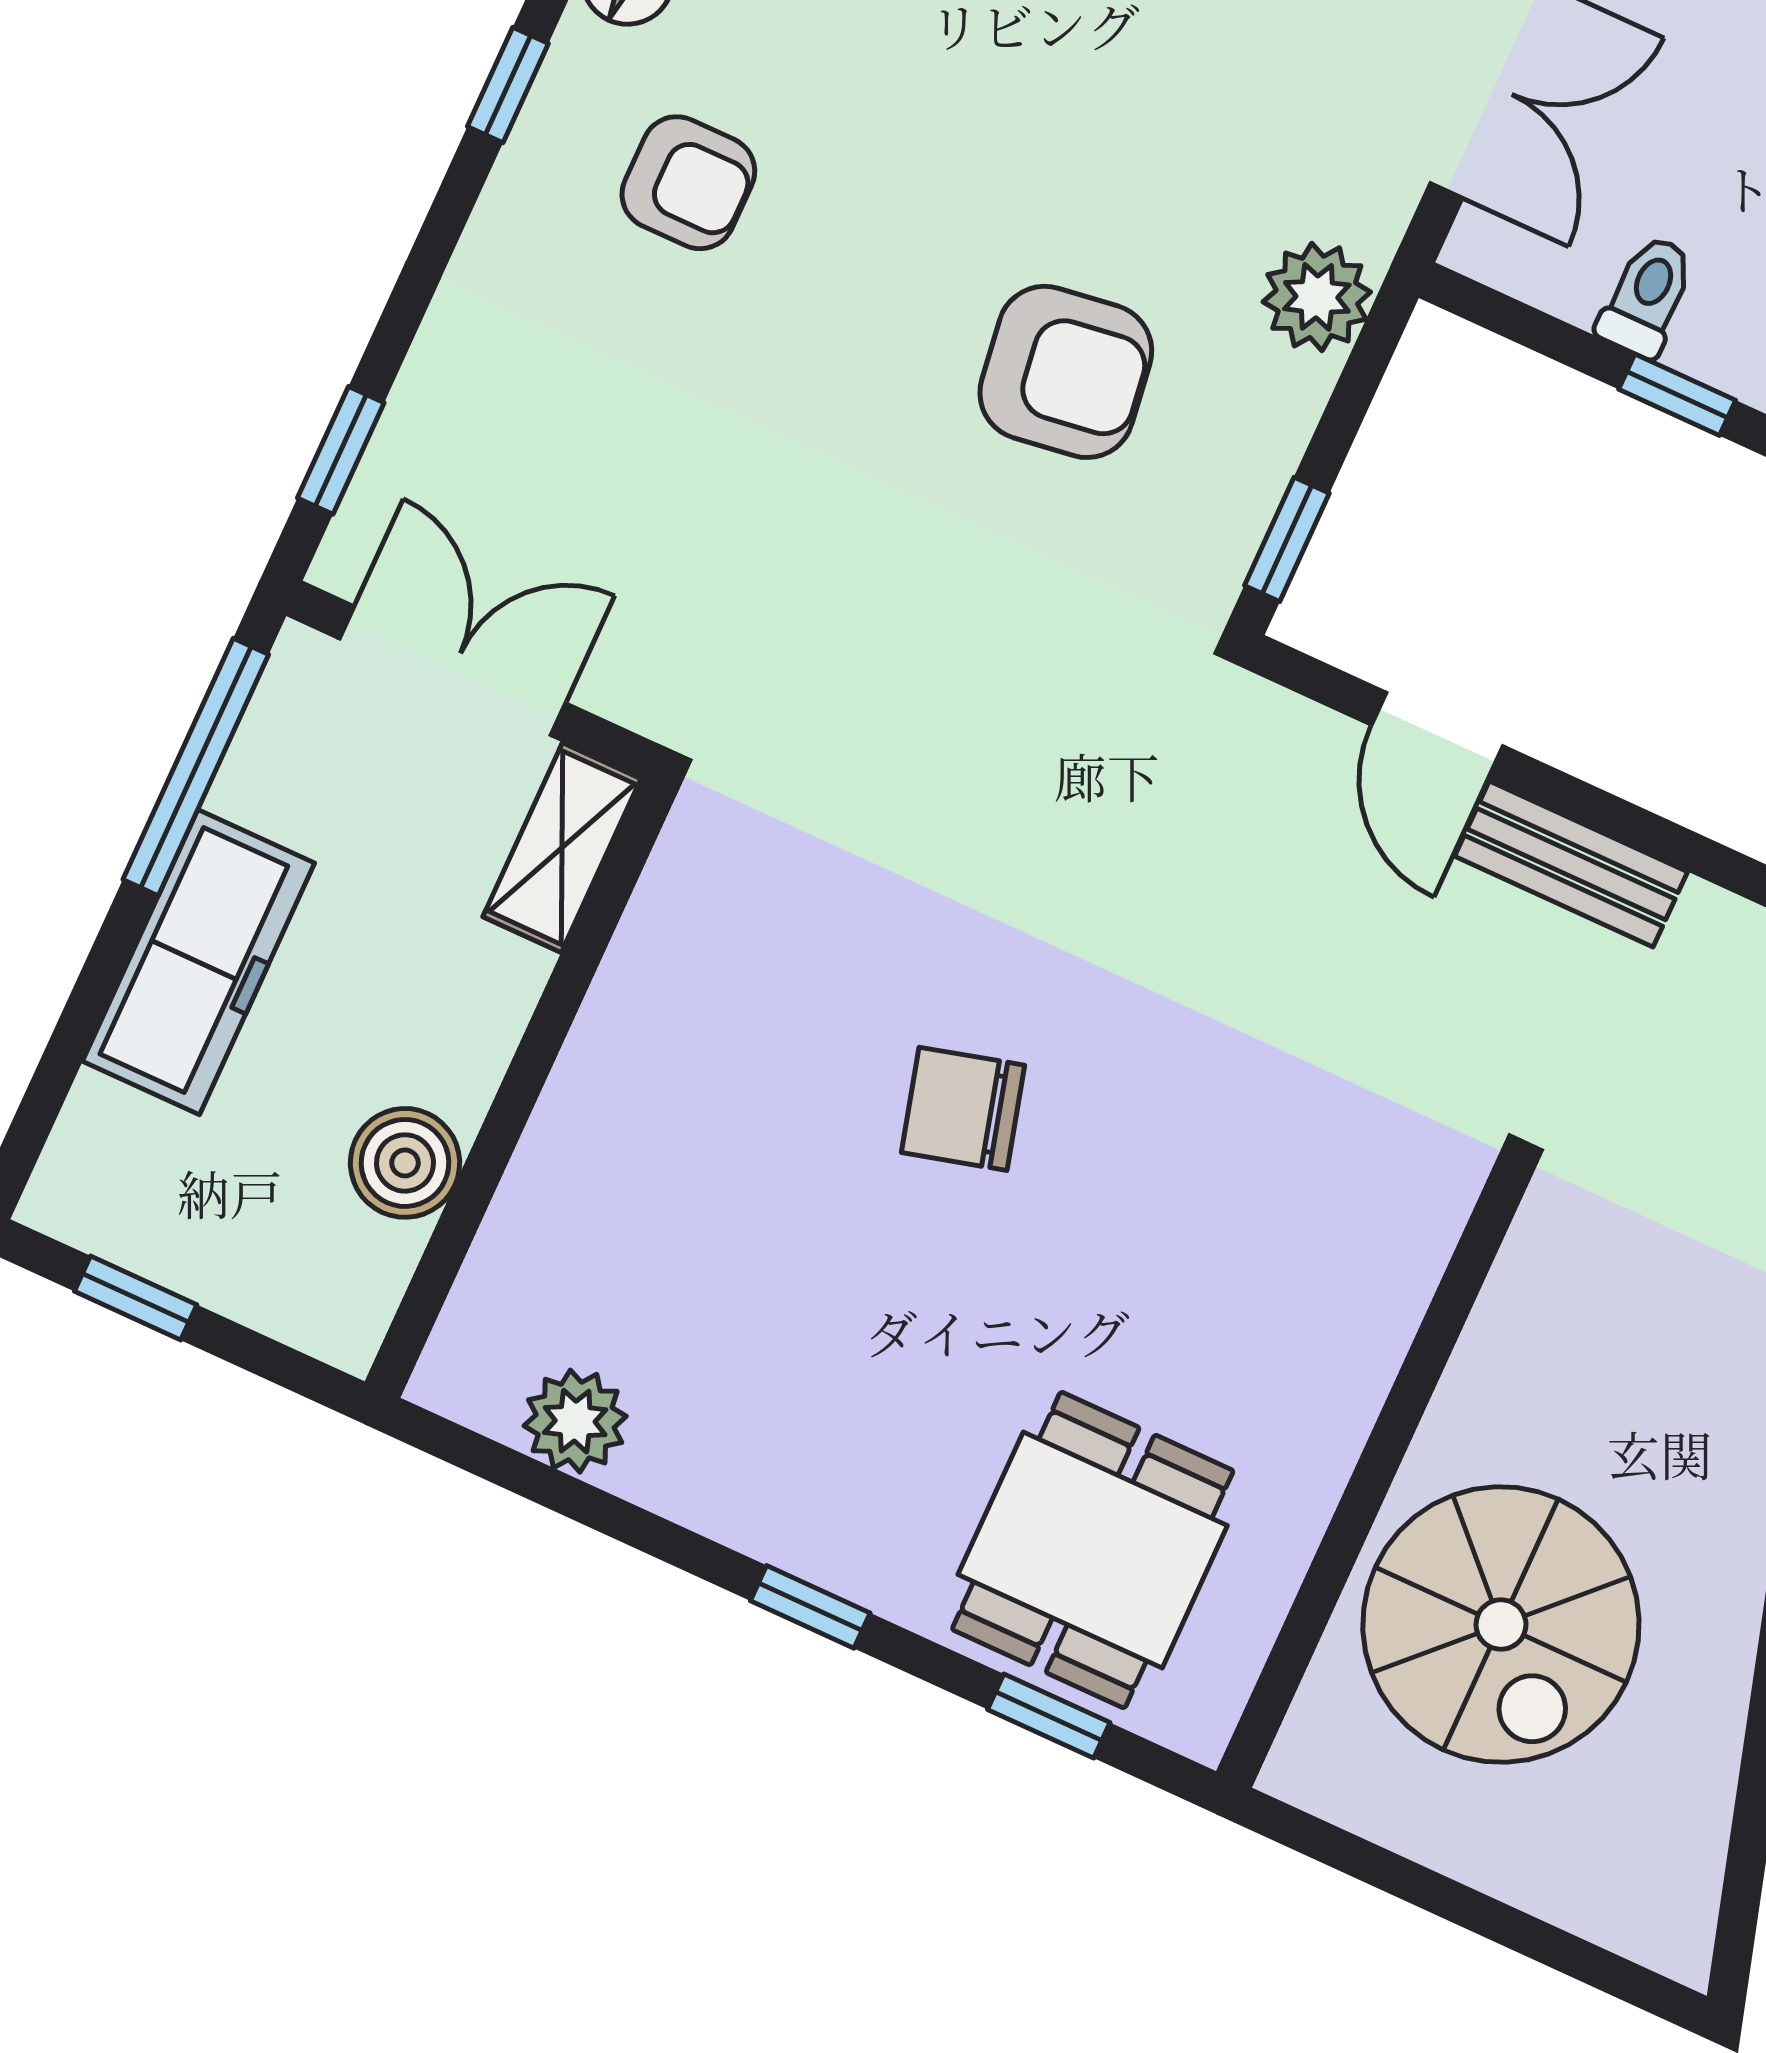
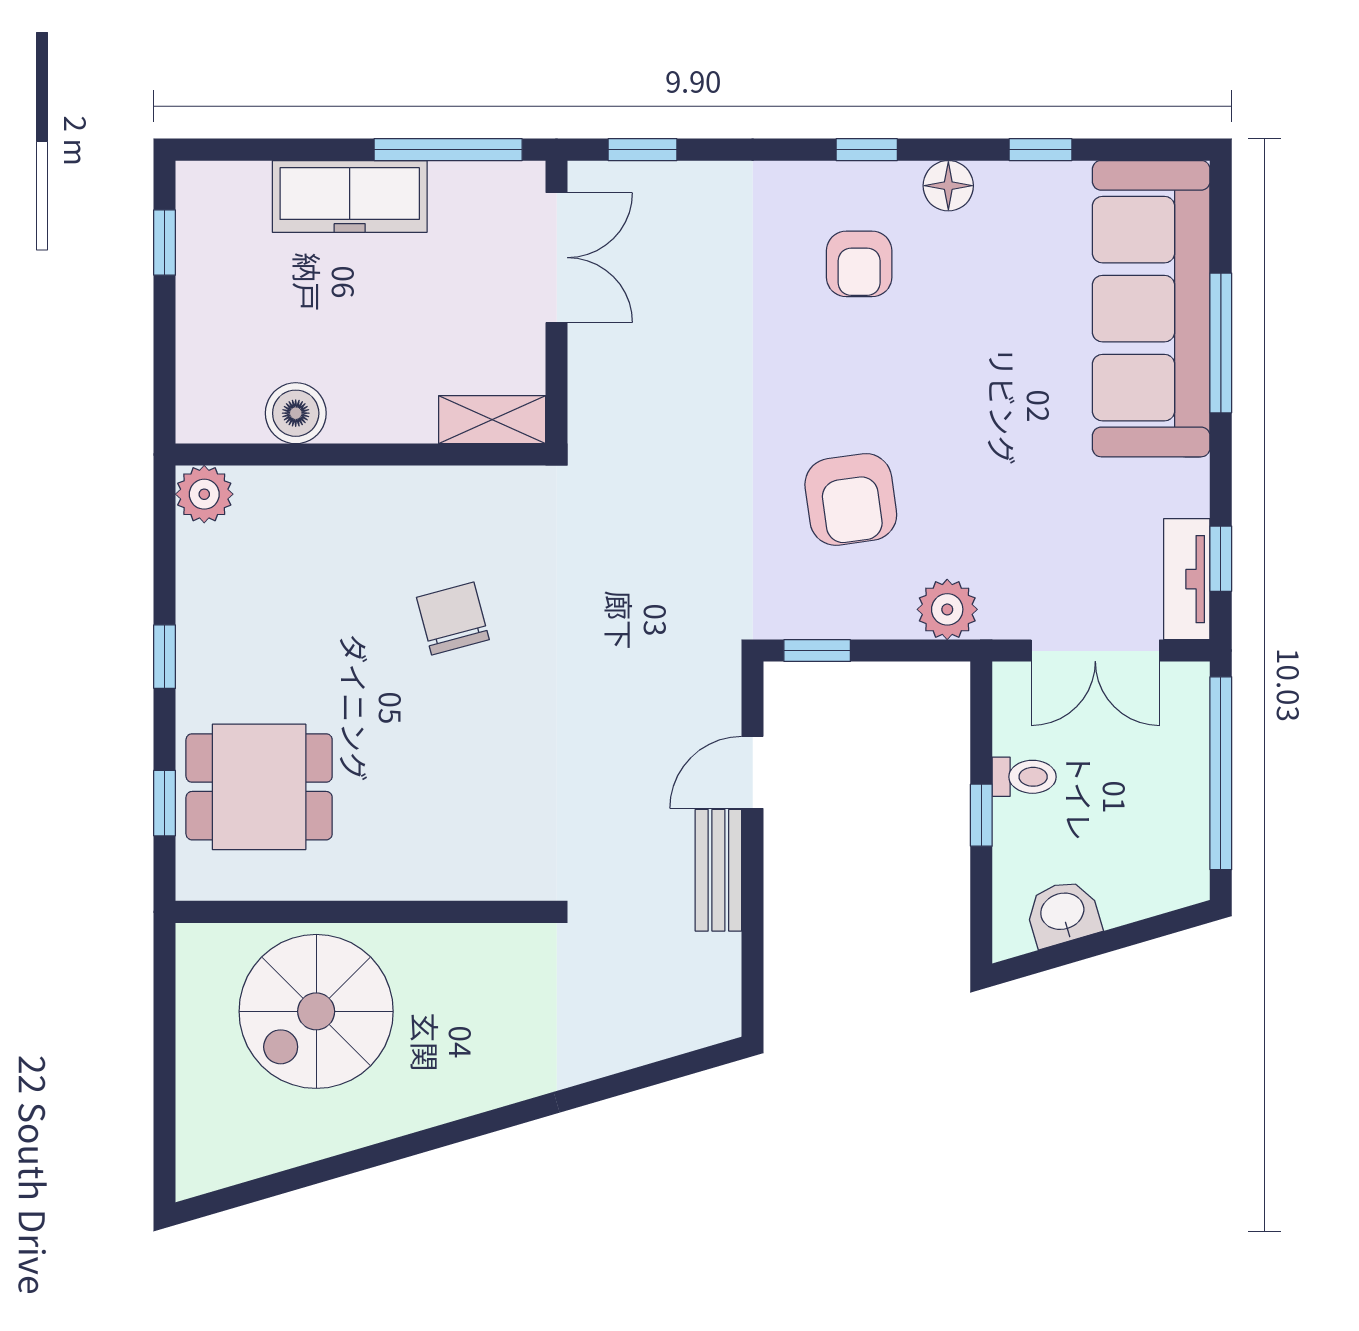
shelving: (562, 848) -> (492, 420), moved
wall: (521, 1088) -> (361, 455), moved
boiler: (405, 1163) -> (296, 413), moved

